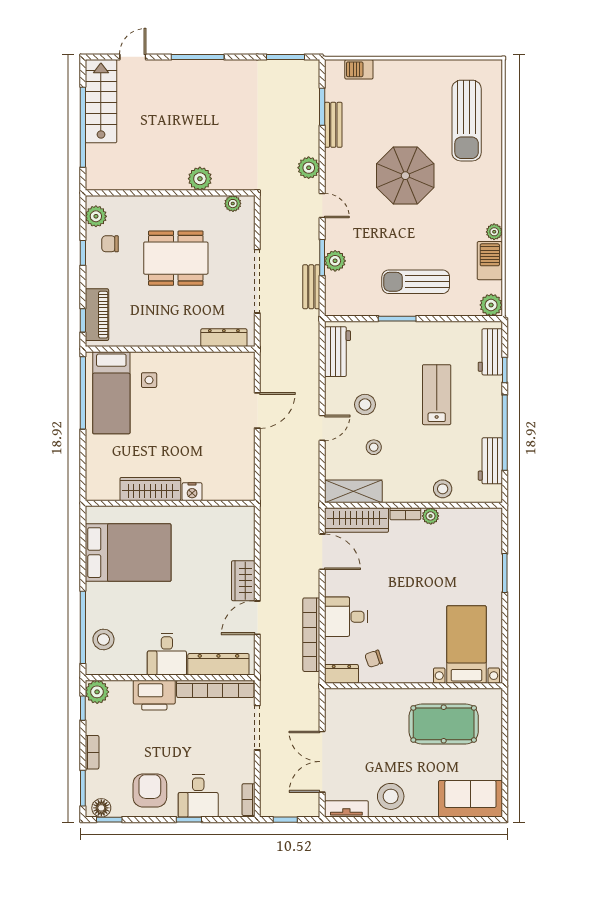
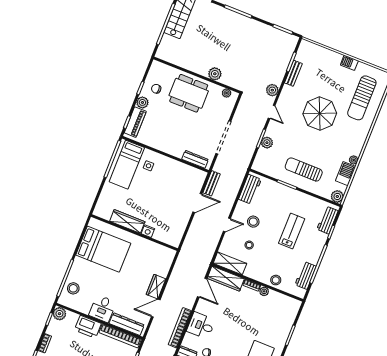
barbecue: (359, 69) -> (349, 63), moved
plant: (96, 216) -> (142, 102), moved
dining table: (176, 258) -> (189, 93), moved
bench: (311, 287) -> (212, 183), moved

